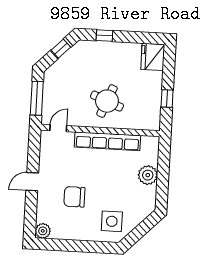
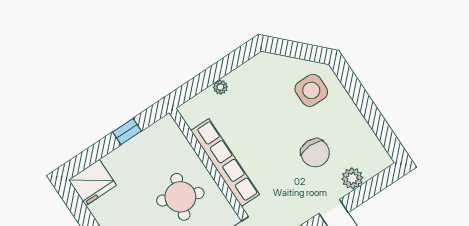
plant: (148, 175) -> (220, 87), width x0.53, depth x0.53
plant: (43, 231) -> (352, 178), moved

